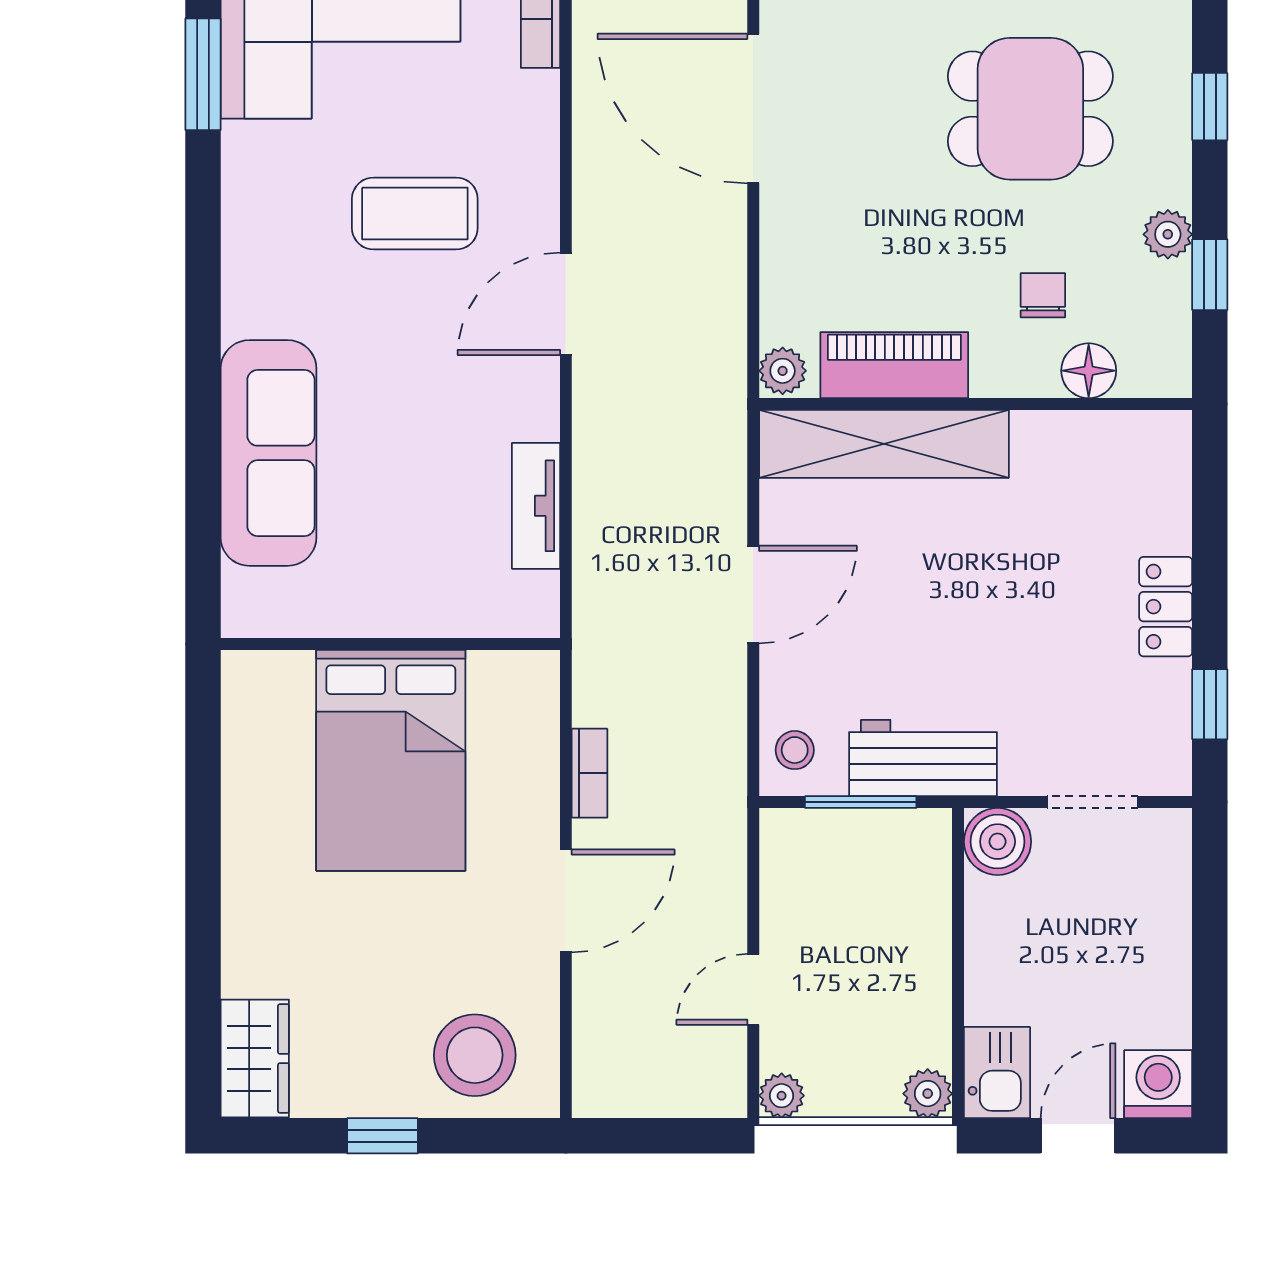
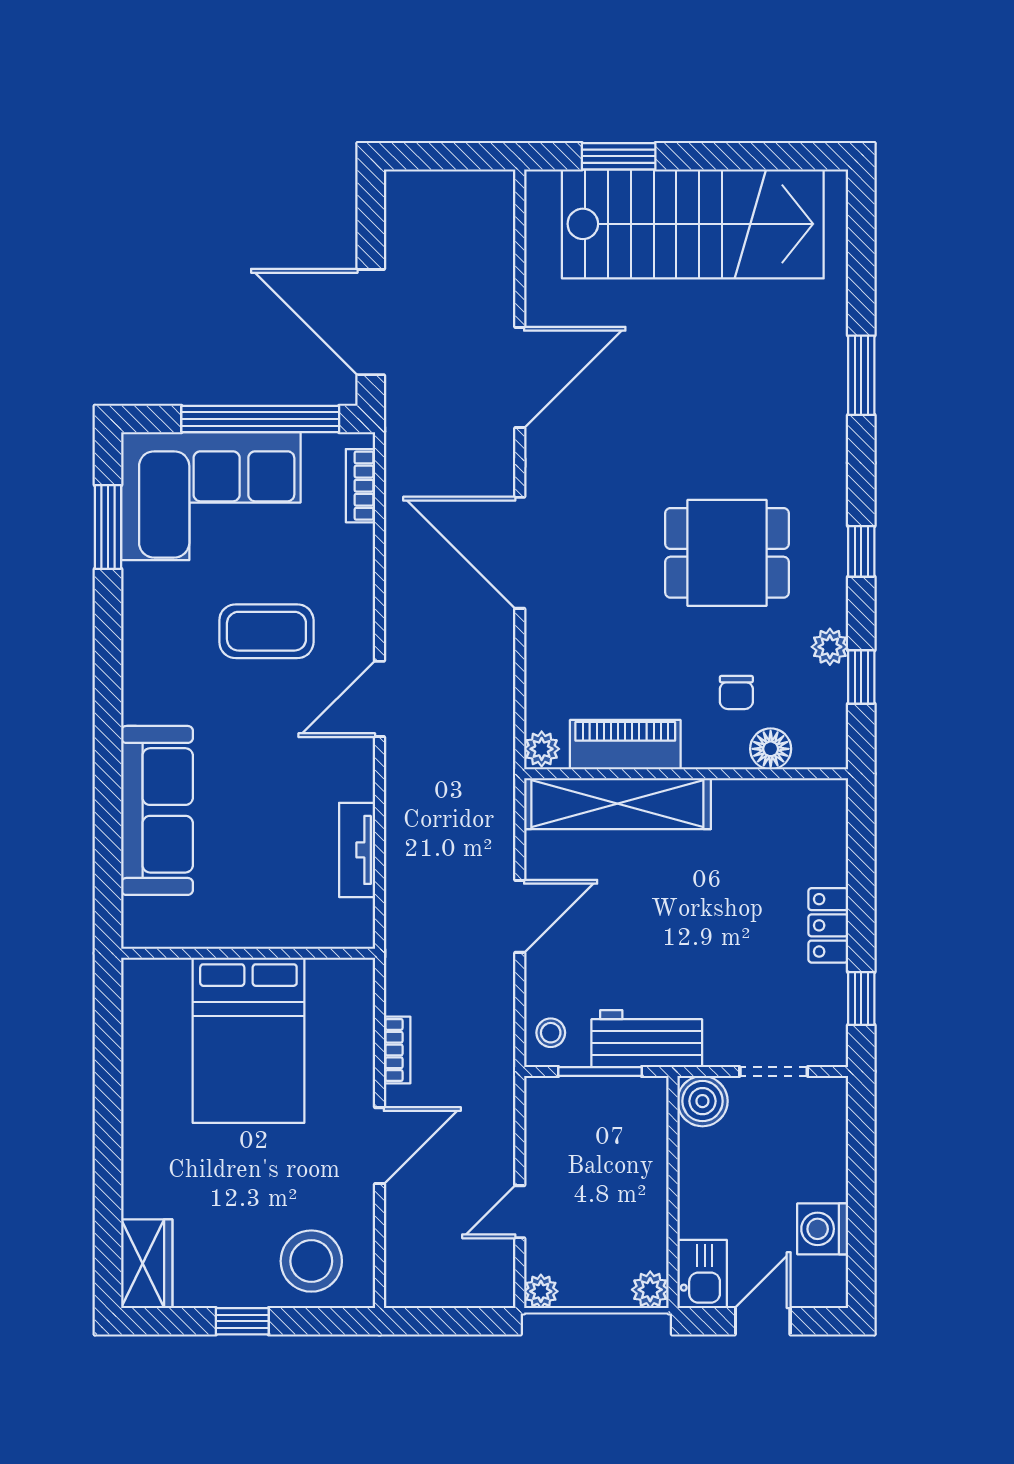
chair: (1043, 295) -> (736, 692), turned 180
washing machine: (1158, 1084) -> (823, 1229), moved, turned -90

